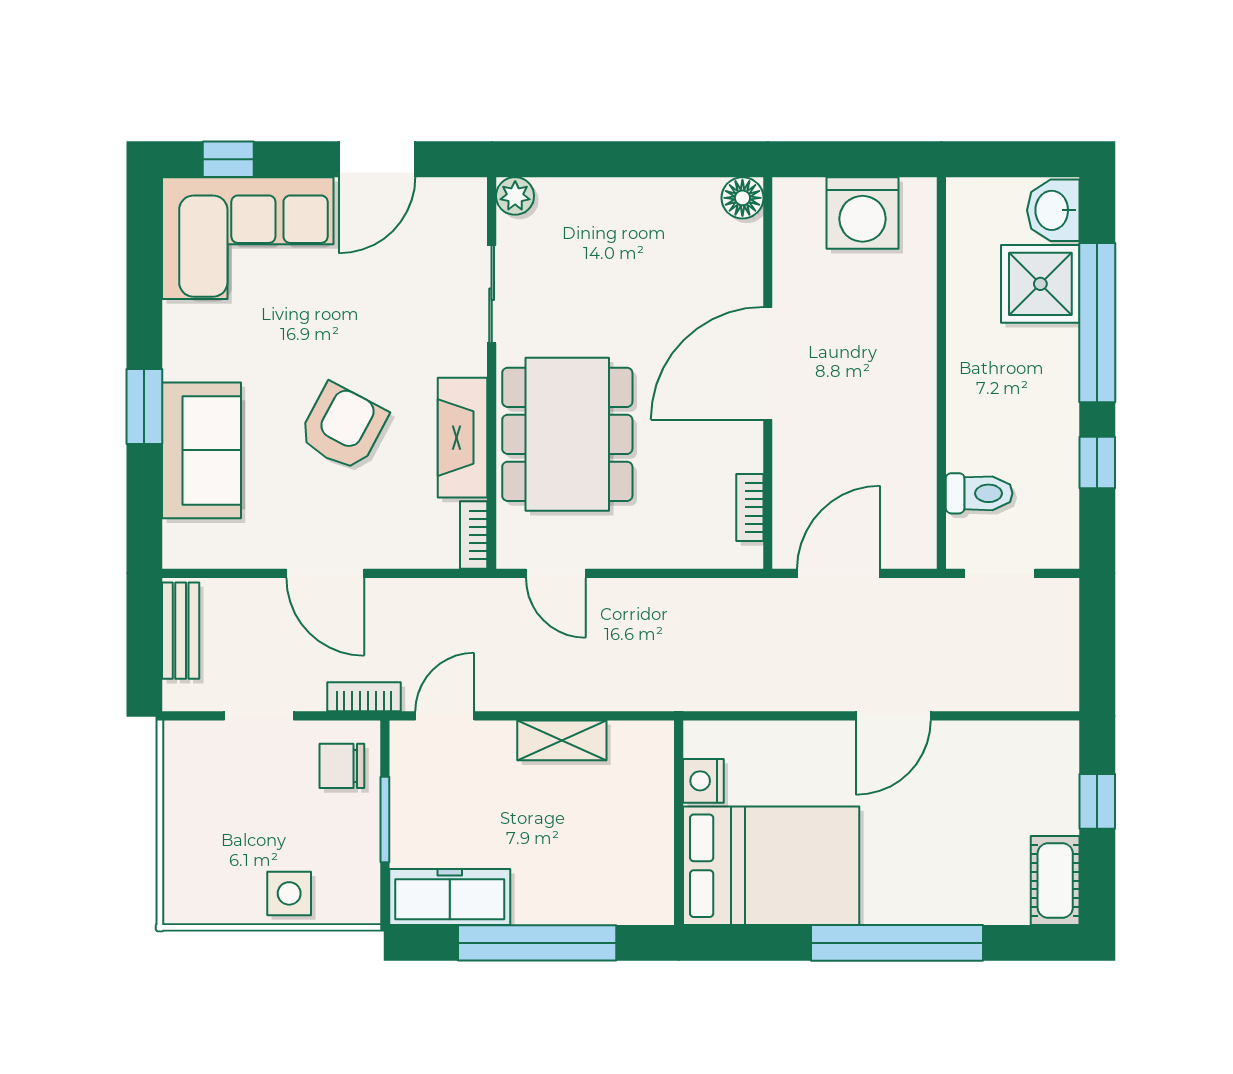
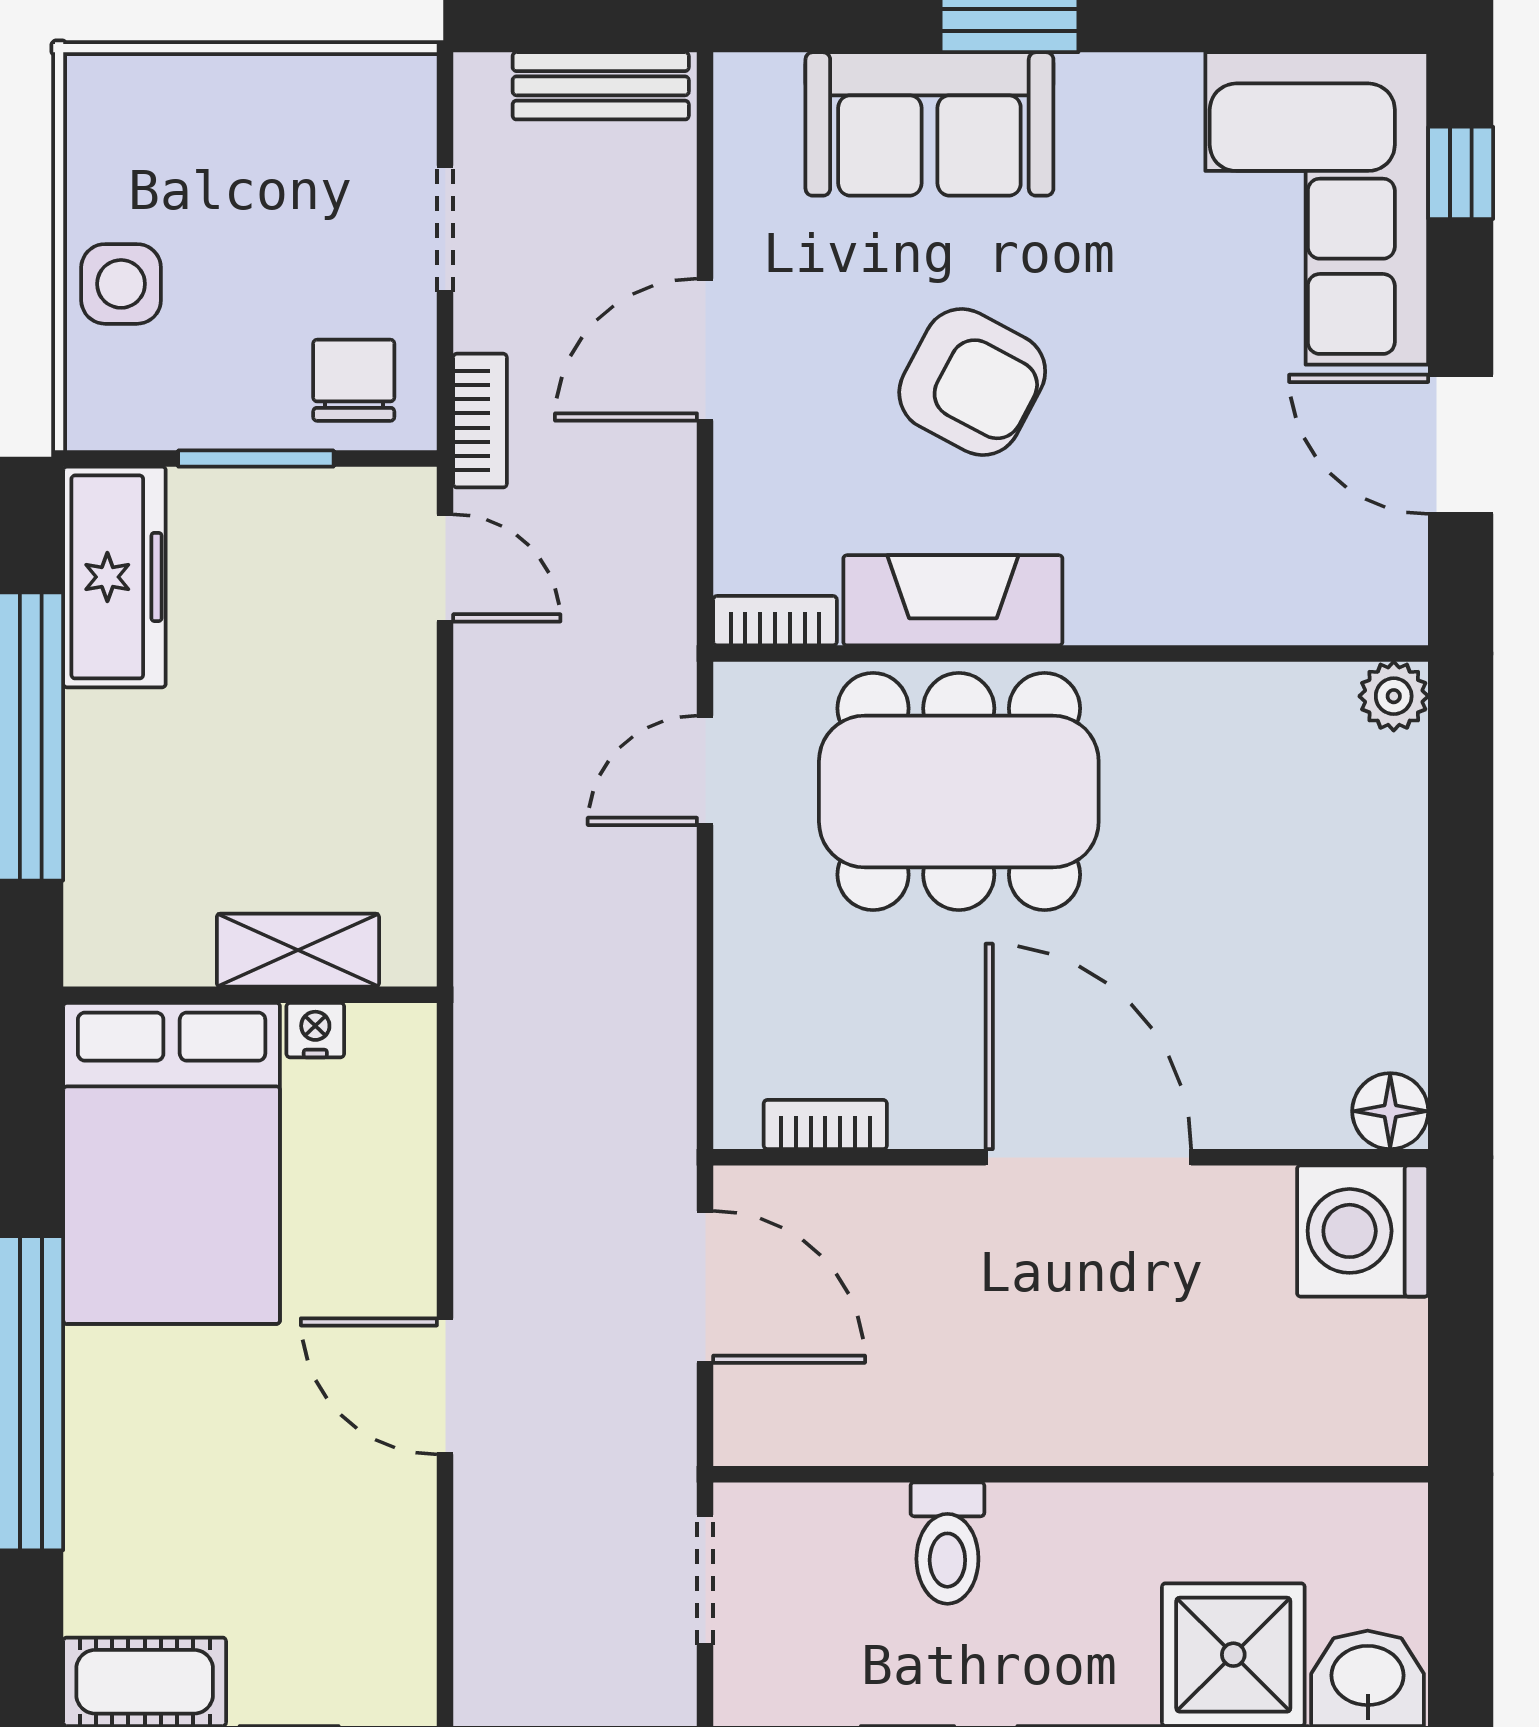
washing machine: (863, 213) -> (1363, 1231), moved
sliding door: (492, 294) -> (1214, 654), removed
toilet: (979, 493) -> (947, 1543), moved
shelving: (562, 740) -> (298, 950), moved, turned 90
nightstand: (703, 781) -> (315, 1030), width x0.72, depth x0.74

